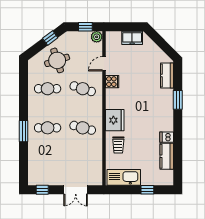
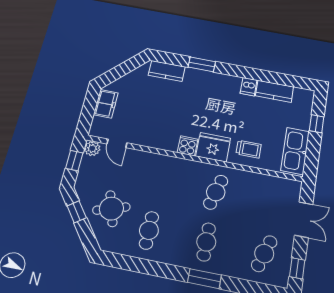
door: (104, 64) -> (117, 143), moved
cooker: (112, 82) -> (188, 146), moved
cafe table: (83, 89) -> (264, 254), moved

